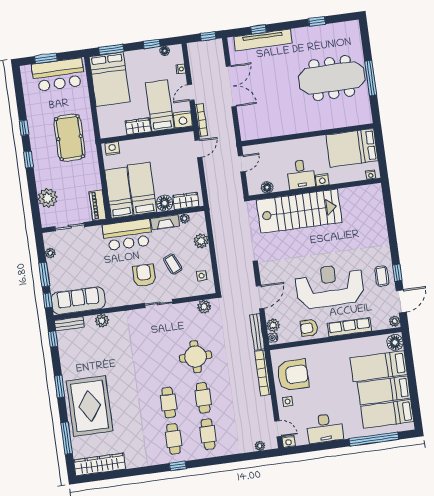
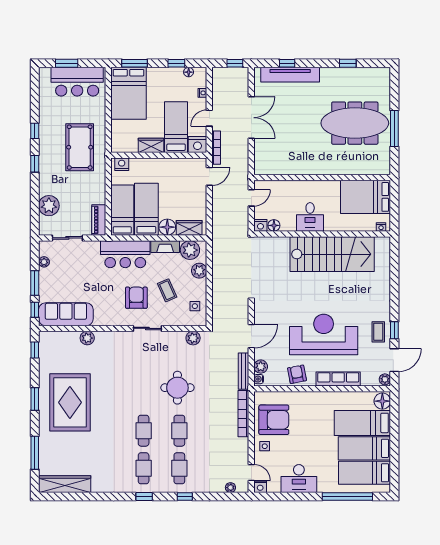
nightstand: (322, 180) -> (260, 225), moved
stairs: (299, 211) -> (332, 254), moved
plant: (185, 219) -> (190, 250), width x1.87, depth x1.87
bench: (69, 324) -> (54, 337), removed
armchair: (309, 328) -> (297, 374), turned 79
rug: (90, 406) -> (70, 402), moved
window: (217, 461) -> (185, 496), added

